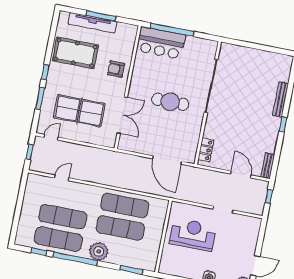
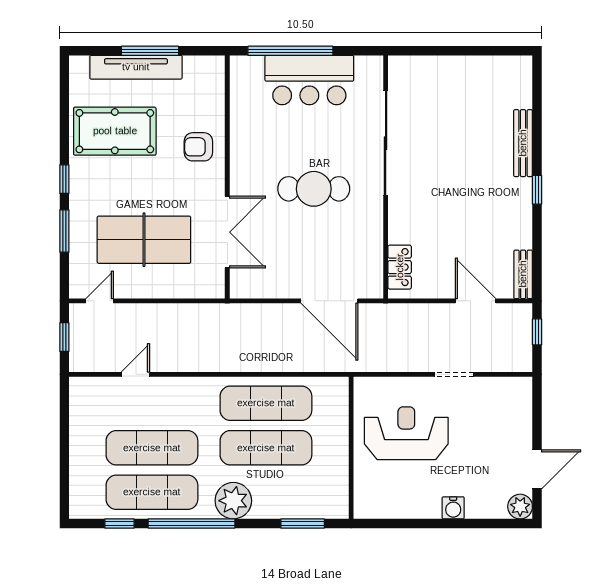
bar counter: (161, 43) -> (309, 80), moved

